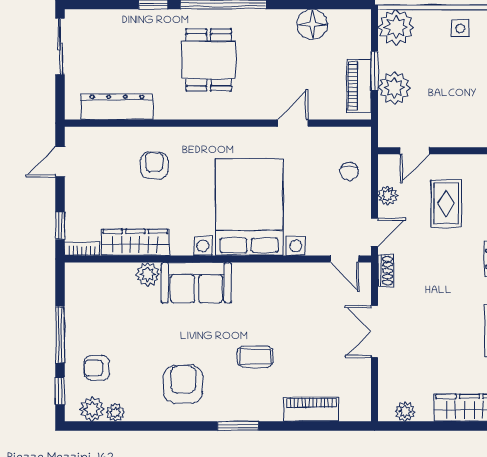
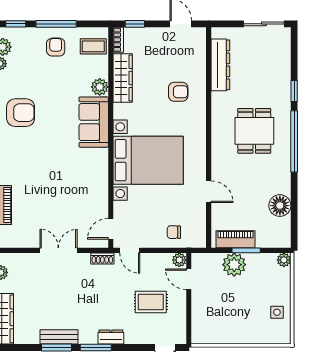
plant: (396, 27) -> (284, 260), width x0.53, depth x0.53
dining table: (209, 60) -> (254, 131), turned 90
plant: (388, 196) -> (179, 260), moved
coffee table: (255, 357) -> (93, 46), moved, turned 90
armchair: (97, 368) -> (56, 47), moved

